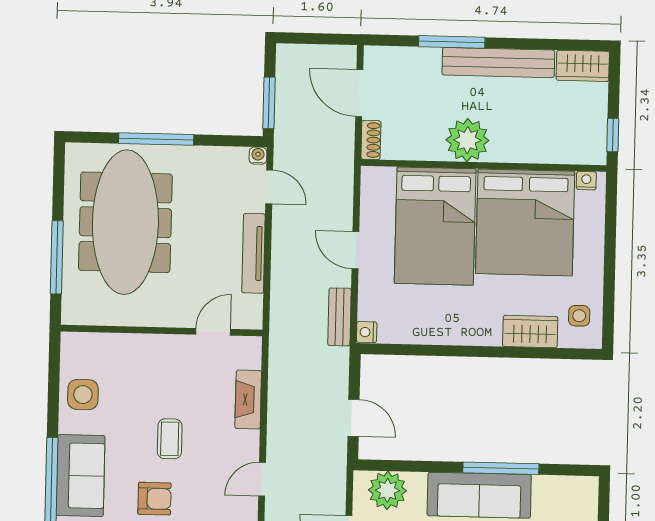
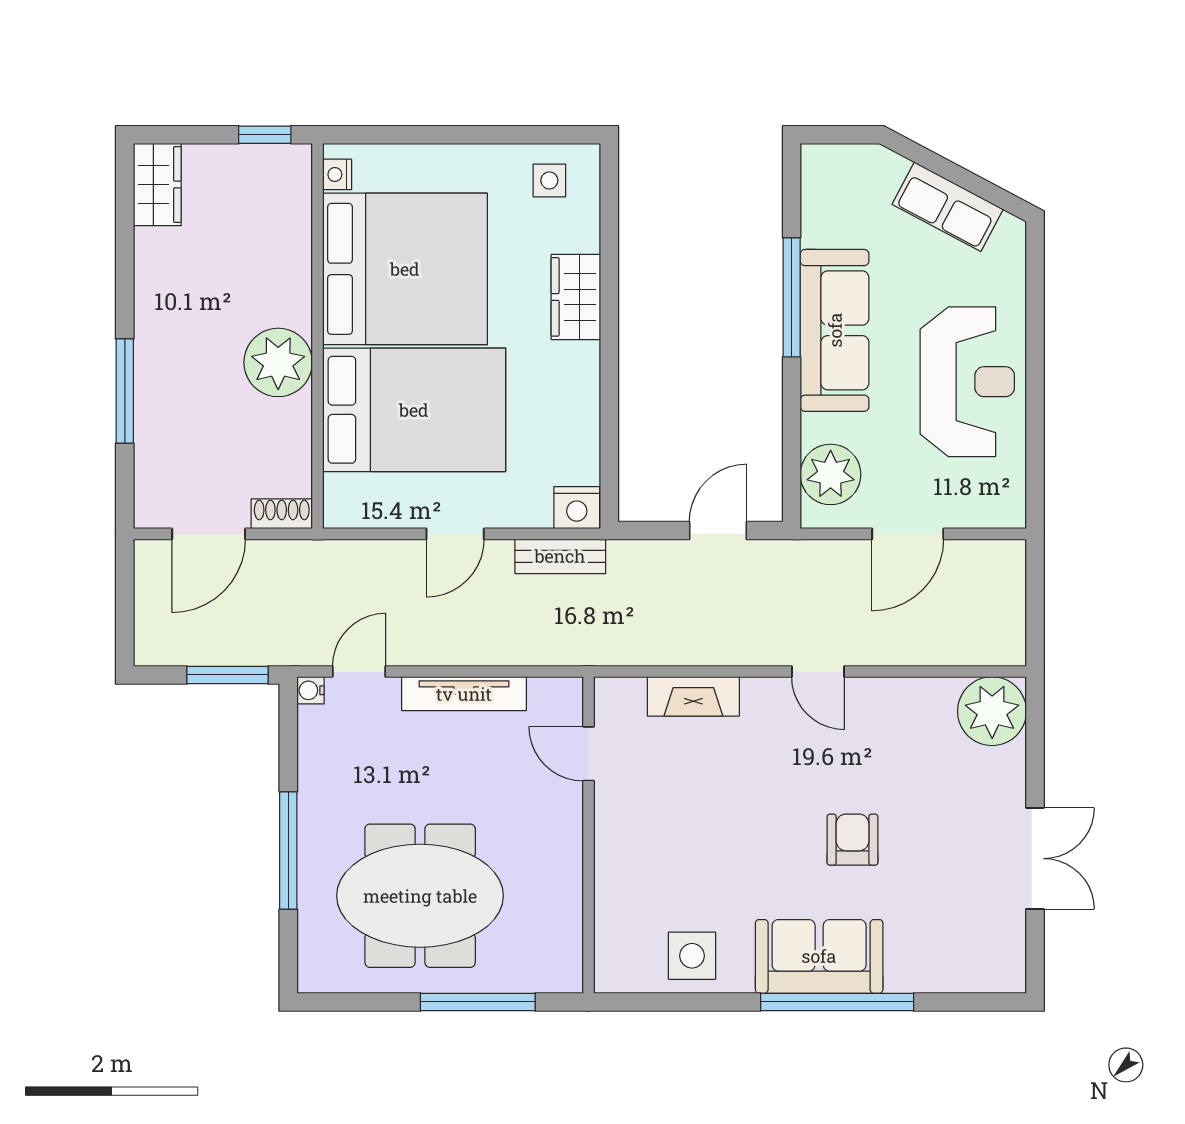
bench: (498, 63) -> (155, 317), removed
meeting table: (125, 222) -> (420, 896), width x0.73
wardrobe: (530, 331) -> (576, 297), moved
nightstand: (367, 332) -> (577, 508), width x1.39, depth x1.35
coffee table: (170, 439) -> (758, 818), removed

